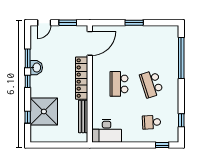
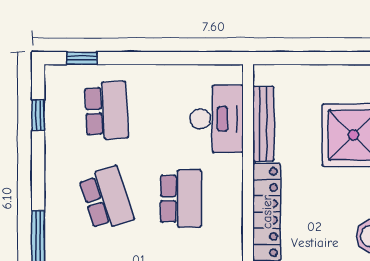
school desk: (151, 122) -> (106, 111), width x1.85
desk: (107, 131) -> (217, 119), moved, turned 90

